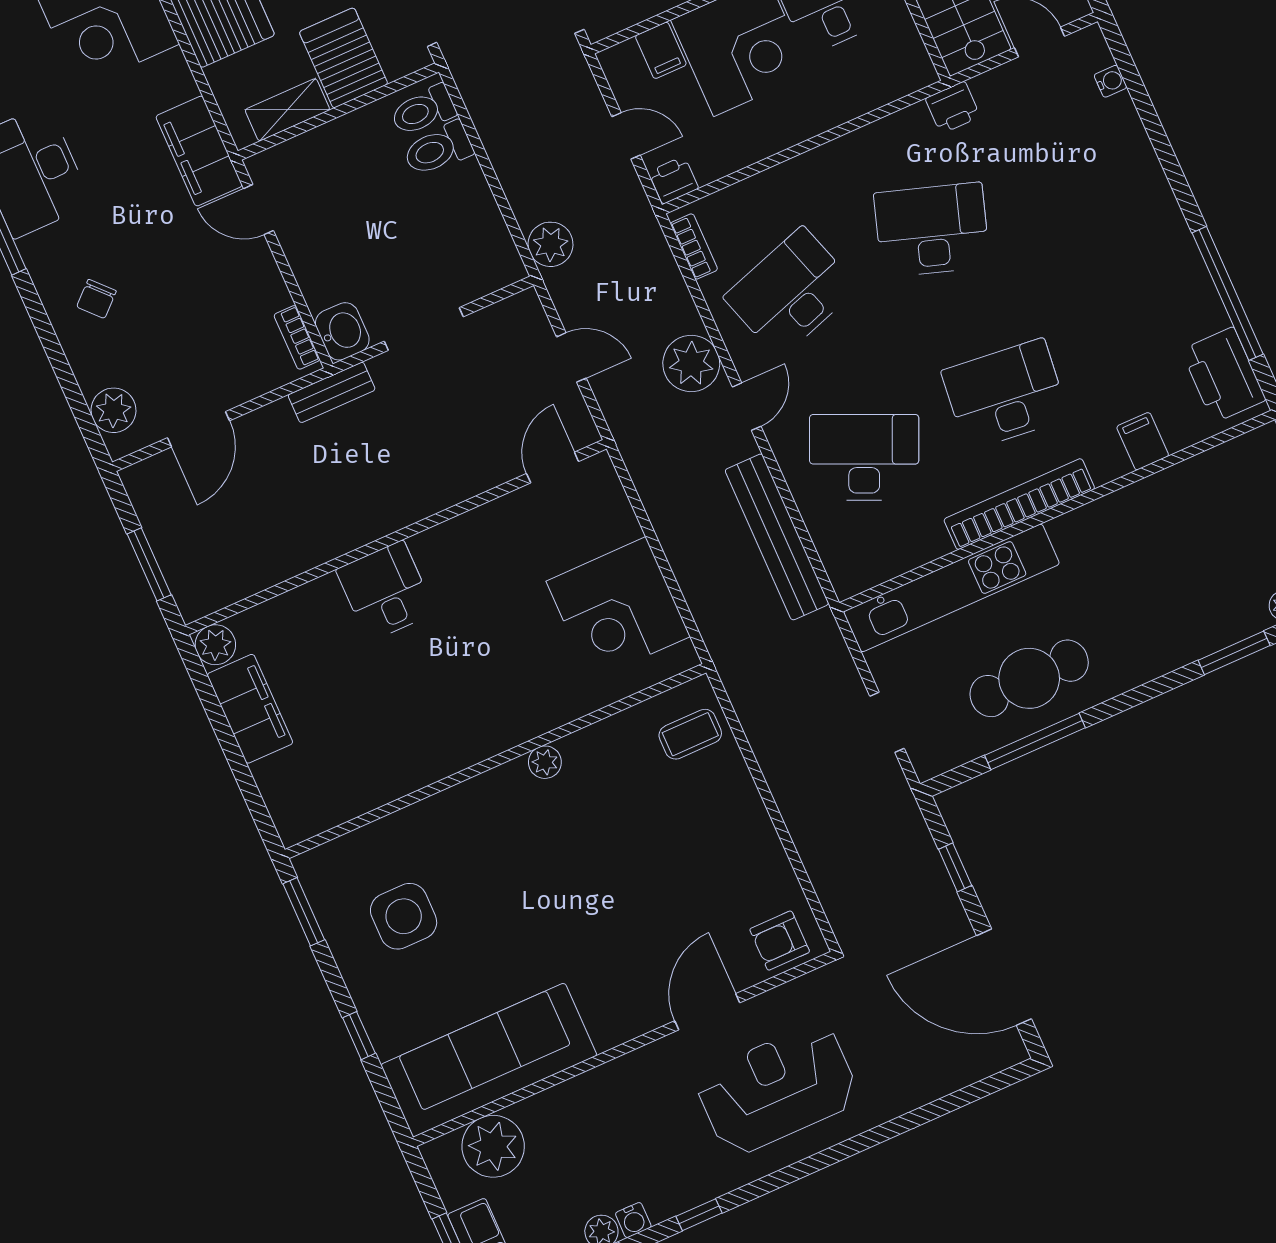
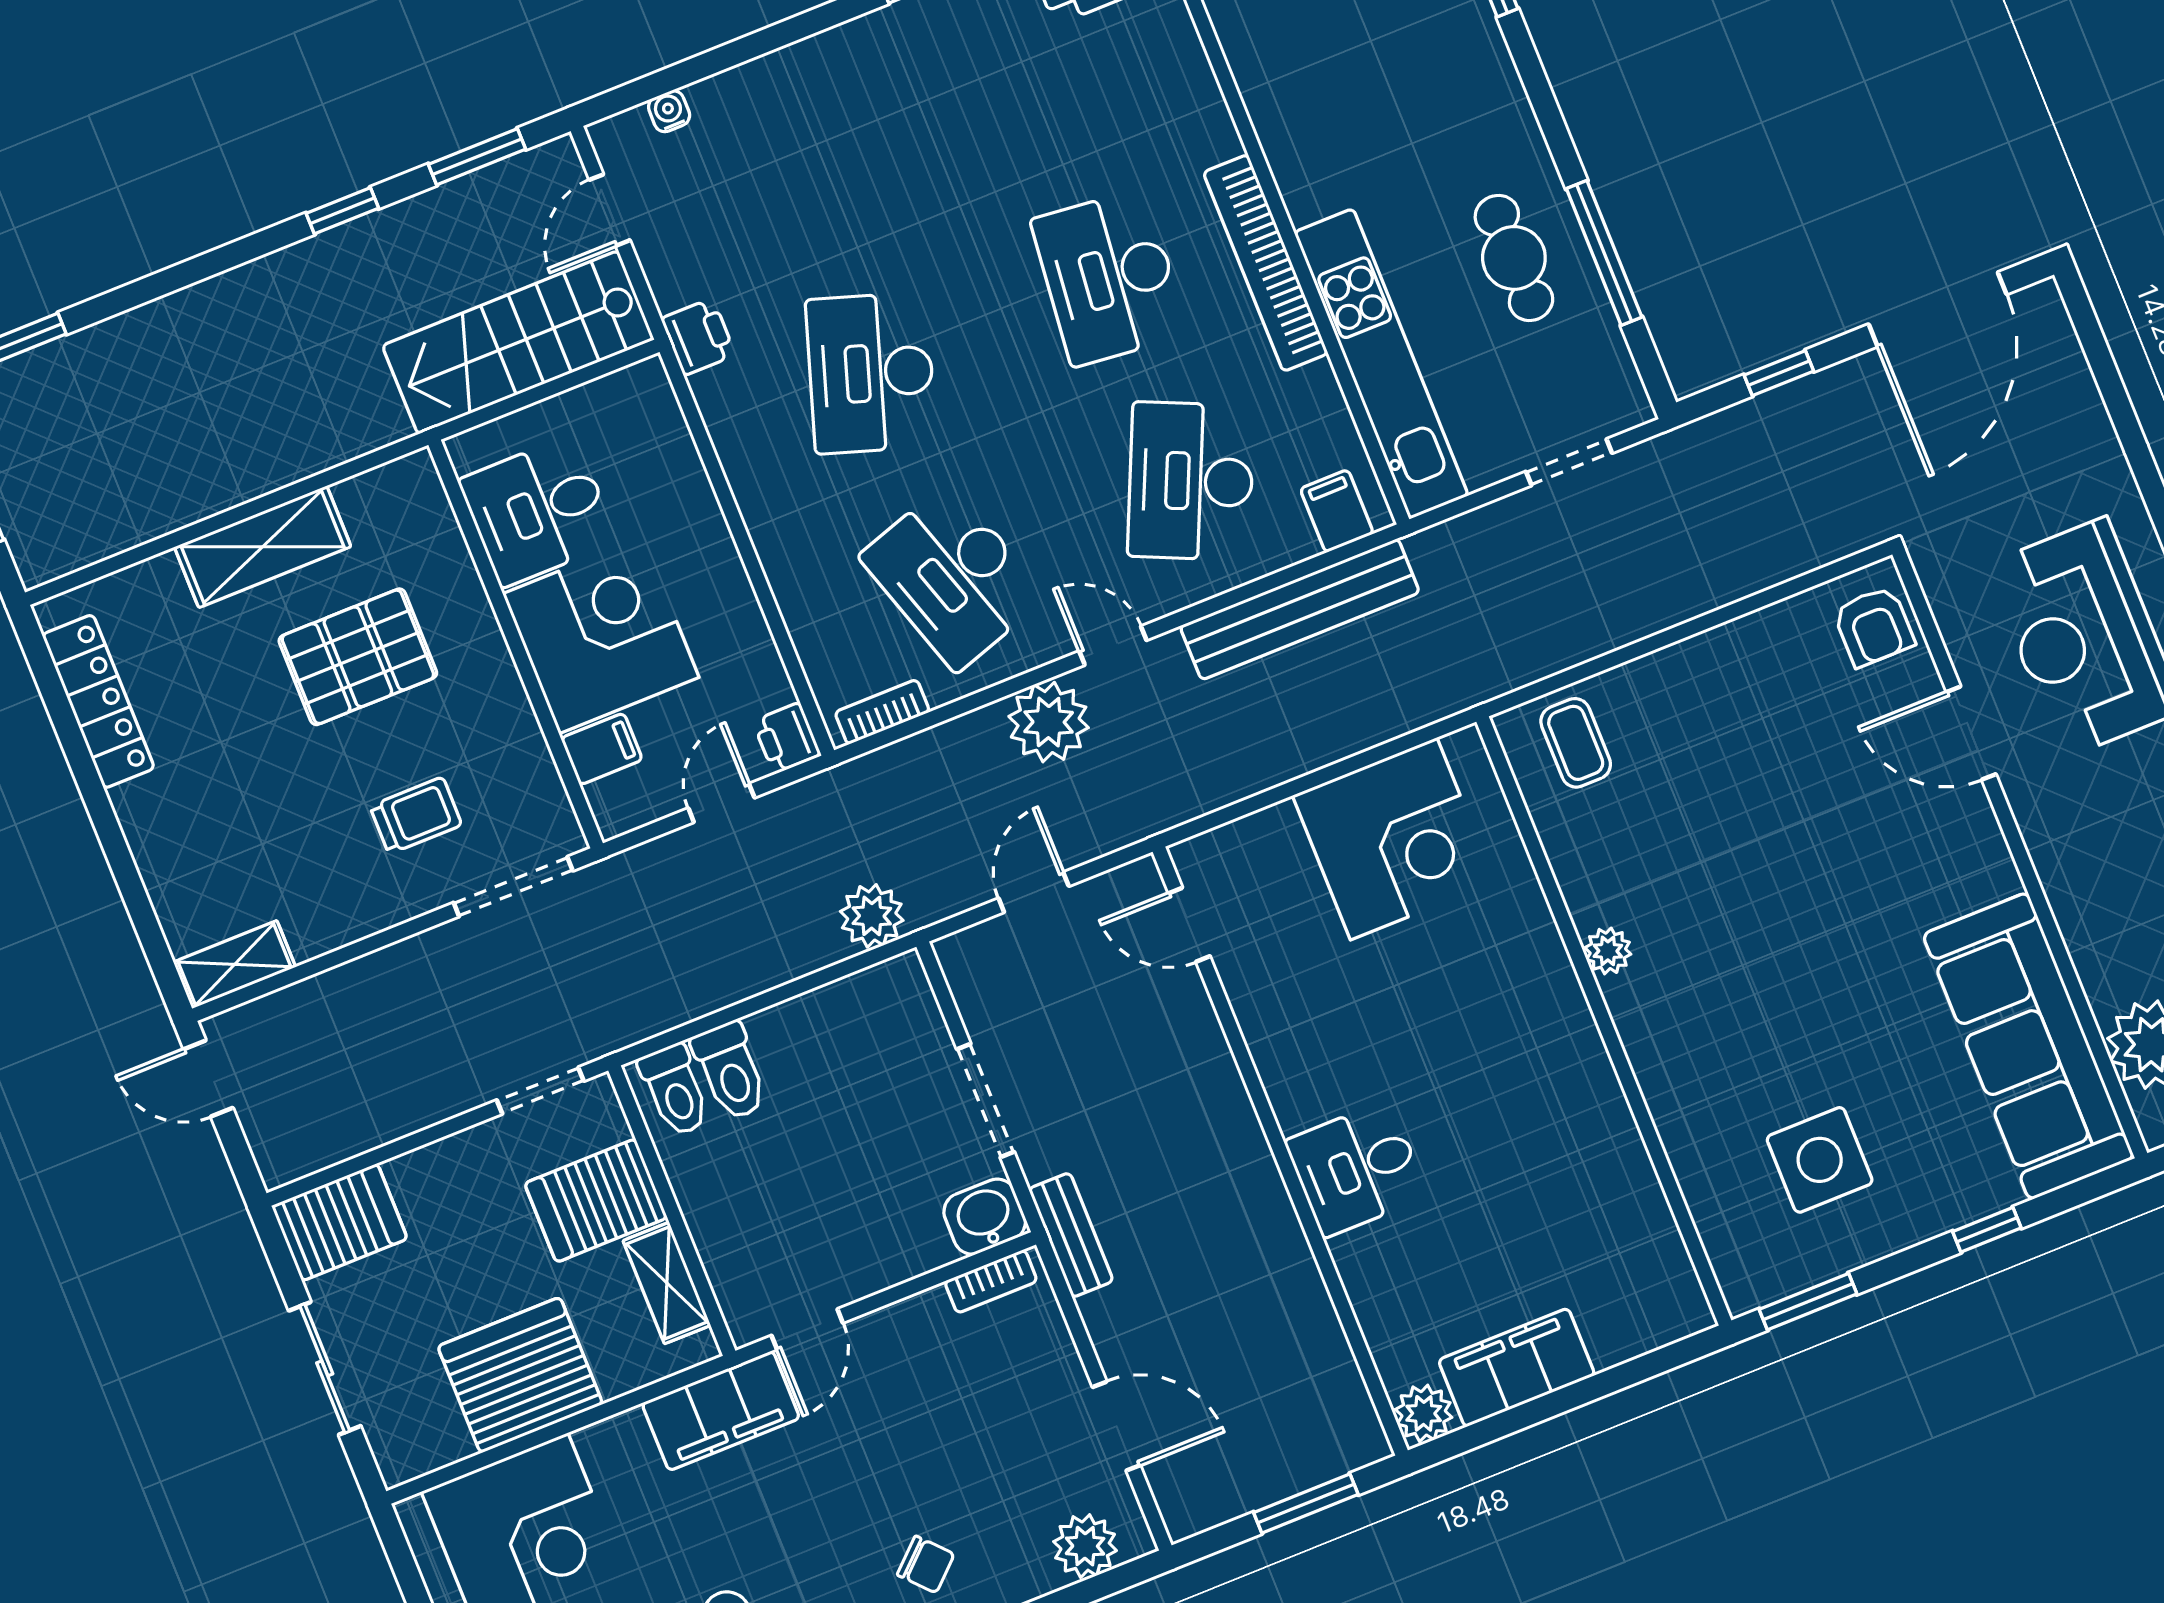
filing cabinet: (1143, 441) -> (1337, 511), moved, turned 90
cafe table: (1029, 678) -> (1514, 258), width x0.73, depth x0.74

